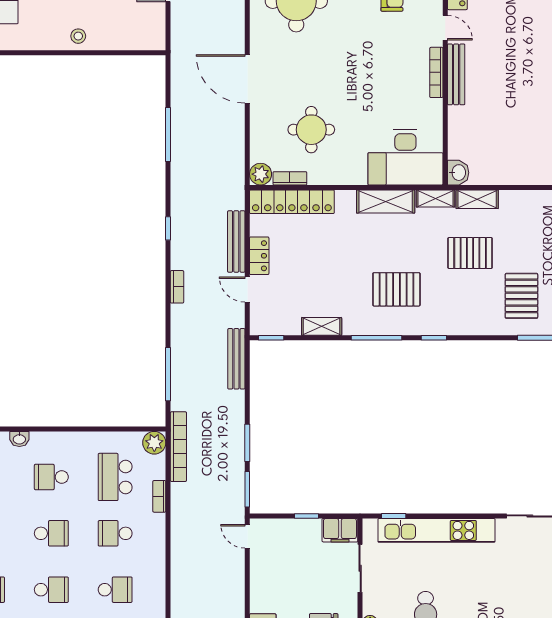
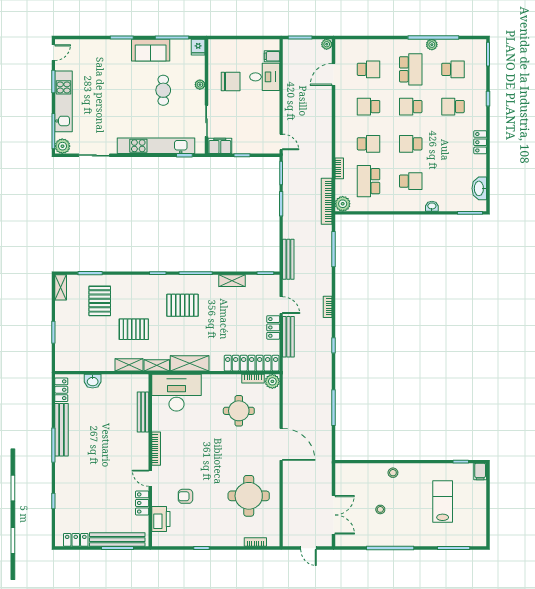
bench: (456, 74) -> (143, 412), moved
washbasin: (458, 173) -> (93, 381), moved, turned -90
school desk: (115, 477) -> (369, 181), turned 180

